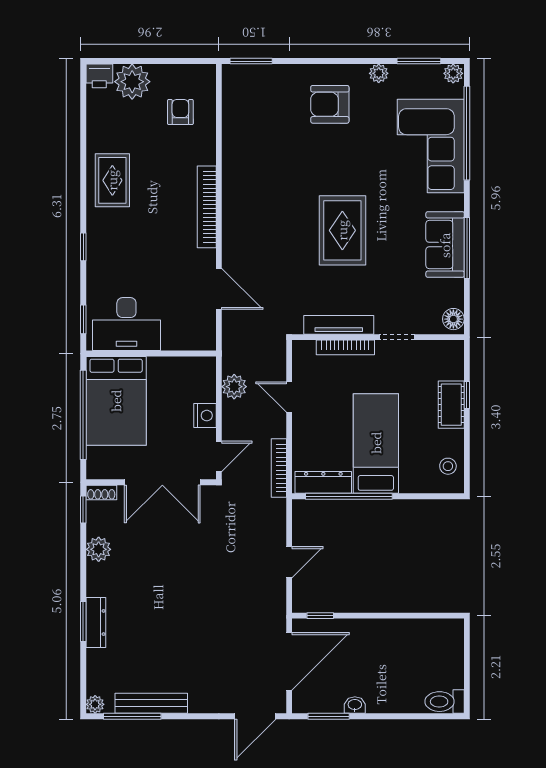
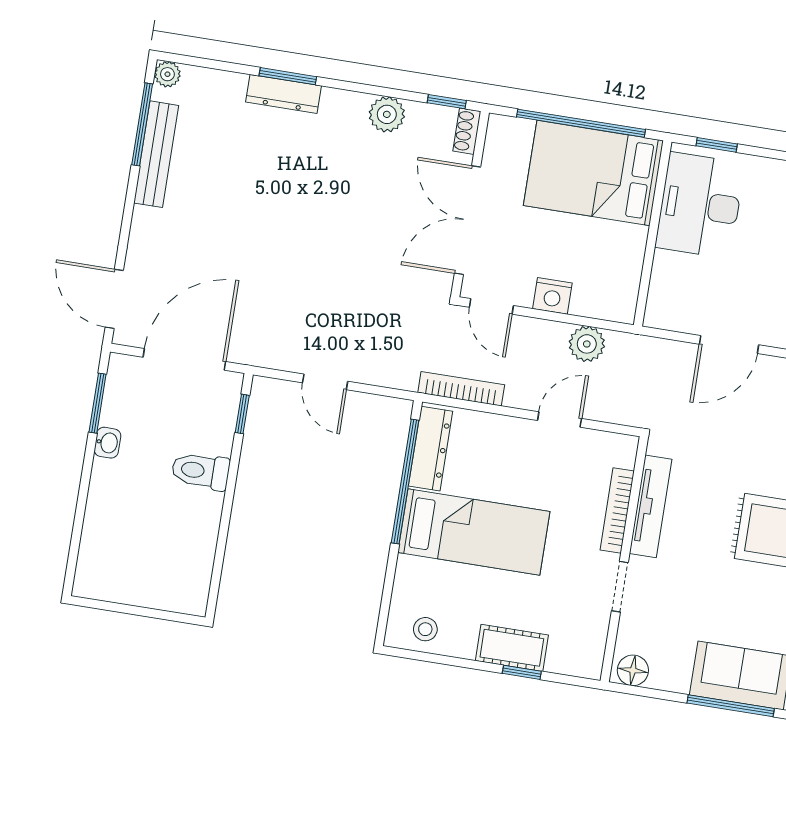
door: (289, 661) -> (184, 359), swing flipped
toilet: (445, 702) -> (201, 471), moved, turned -90

